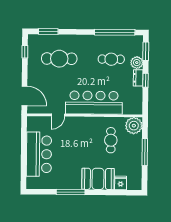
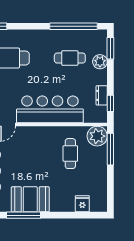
dresser: (138, 78) -> (102, 95), moved
window: (145, 80) -> (110, 103), moved
window: (145, 152) -> (110, 149), moved
booth: (98, 179) -> (30, 199), moved

